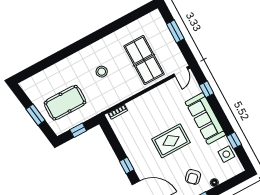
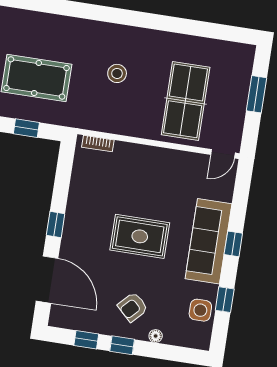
window: (207, 89) -> (233, 244), moved

